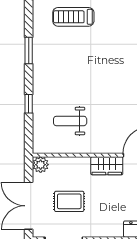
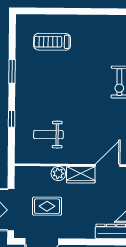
plant: (41, 165) -> (58, 174), moved

